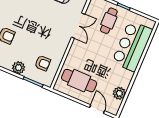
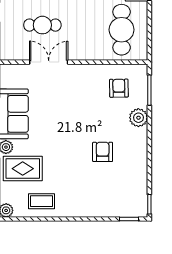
cafe table: (109, 21) -> (42, 25), moved

